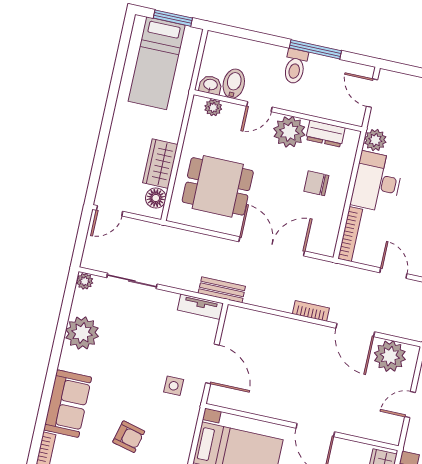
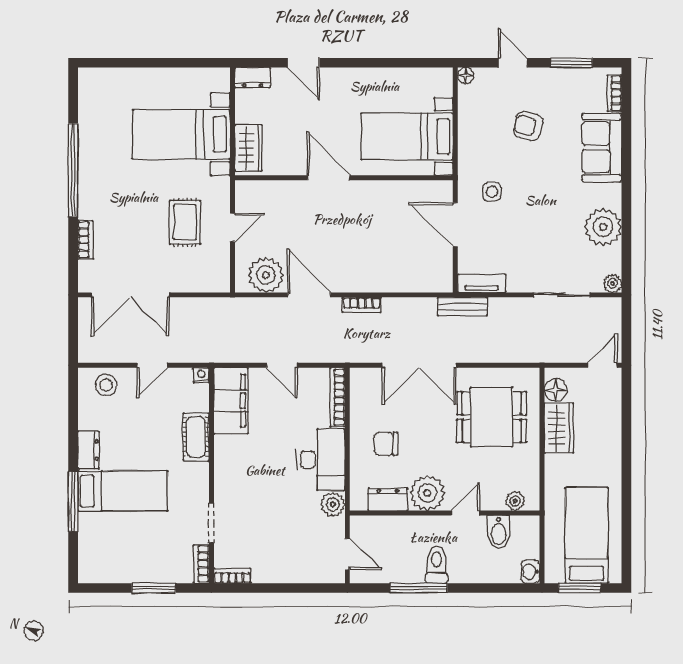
washbasin: (210, 85) -> (530, 572), moved, turned 90
chair: (316, 183) -> (386, 444), turned 180

